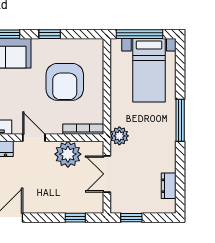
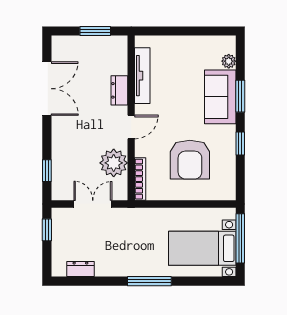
armchair: (65, 82) -> (190, 160), turned -90
plant: (119, 136) -> (133, 217), removed

